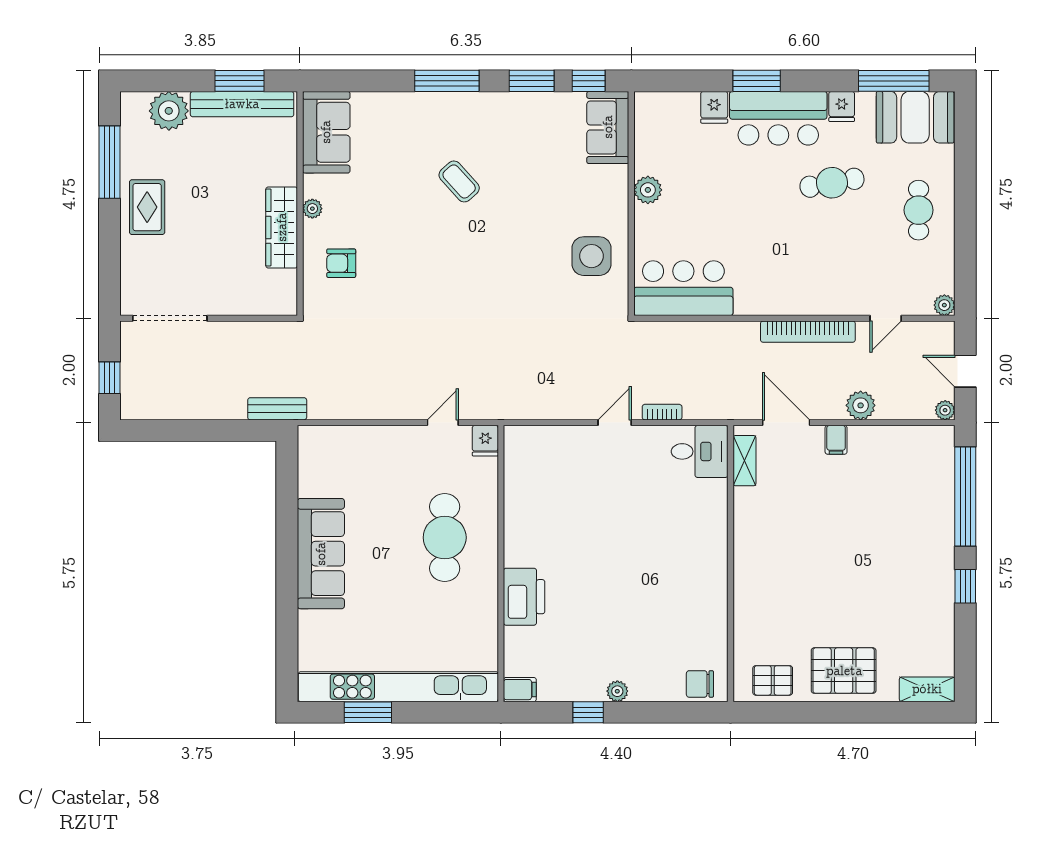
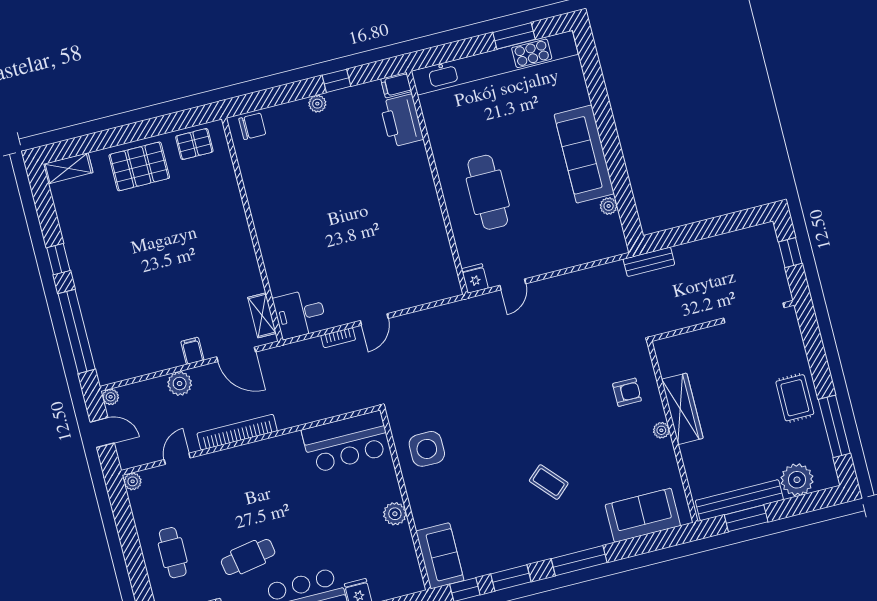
sofa: (326, 132) -> (643, 515), moved, turned 90
plant: (308, 486) -> (609, 206), added
printer: (524, 597) -> (402, 121), moved

